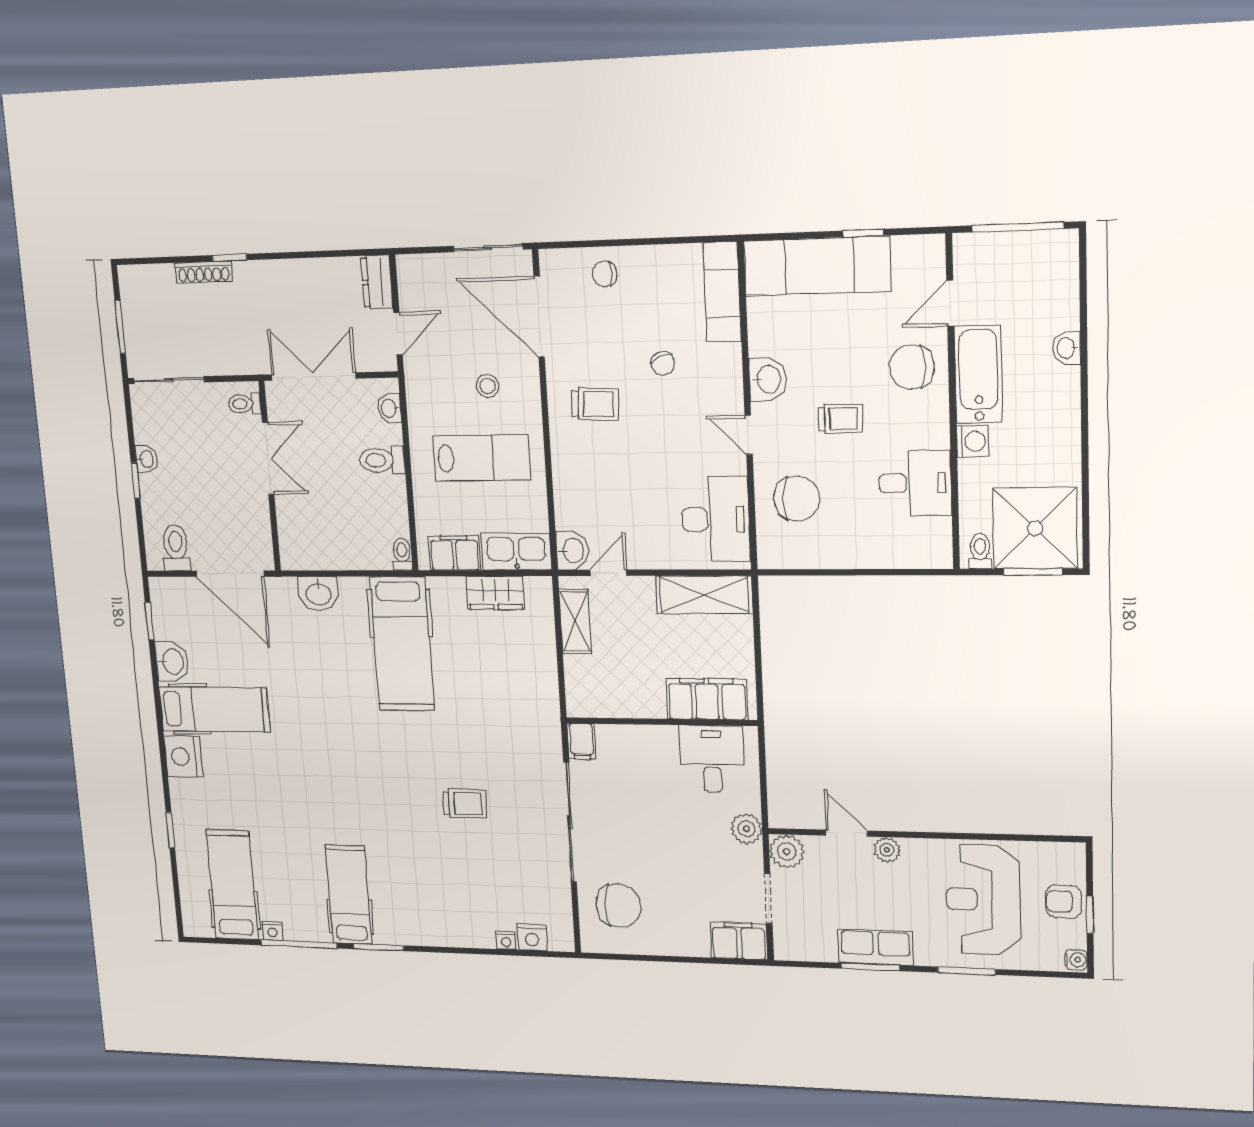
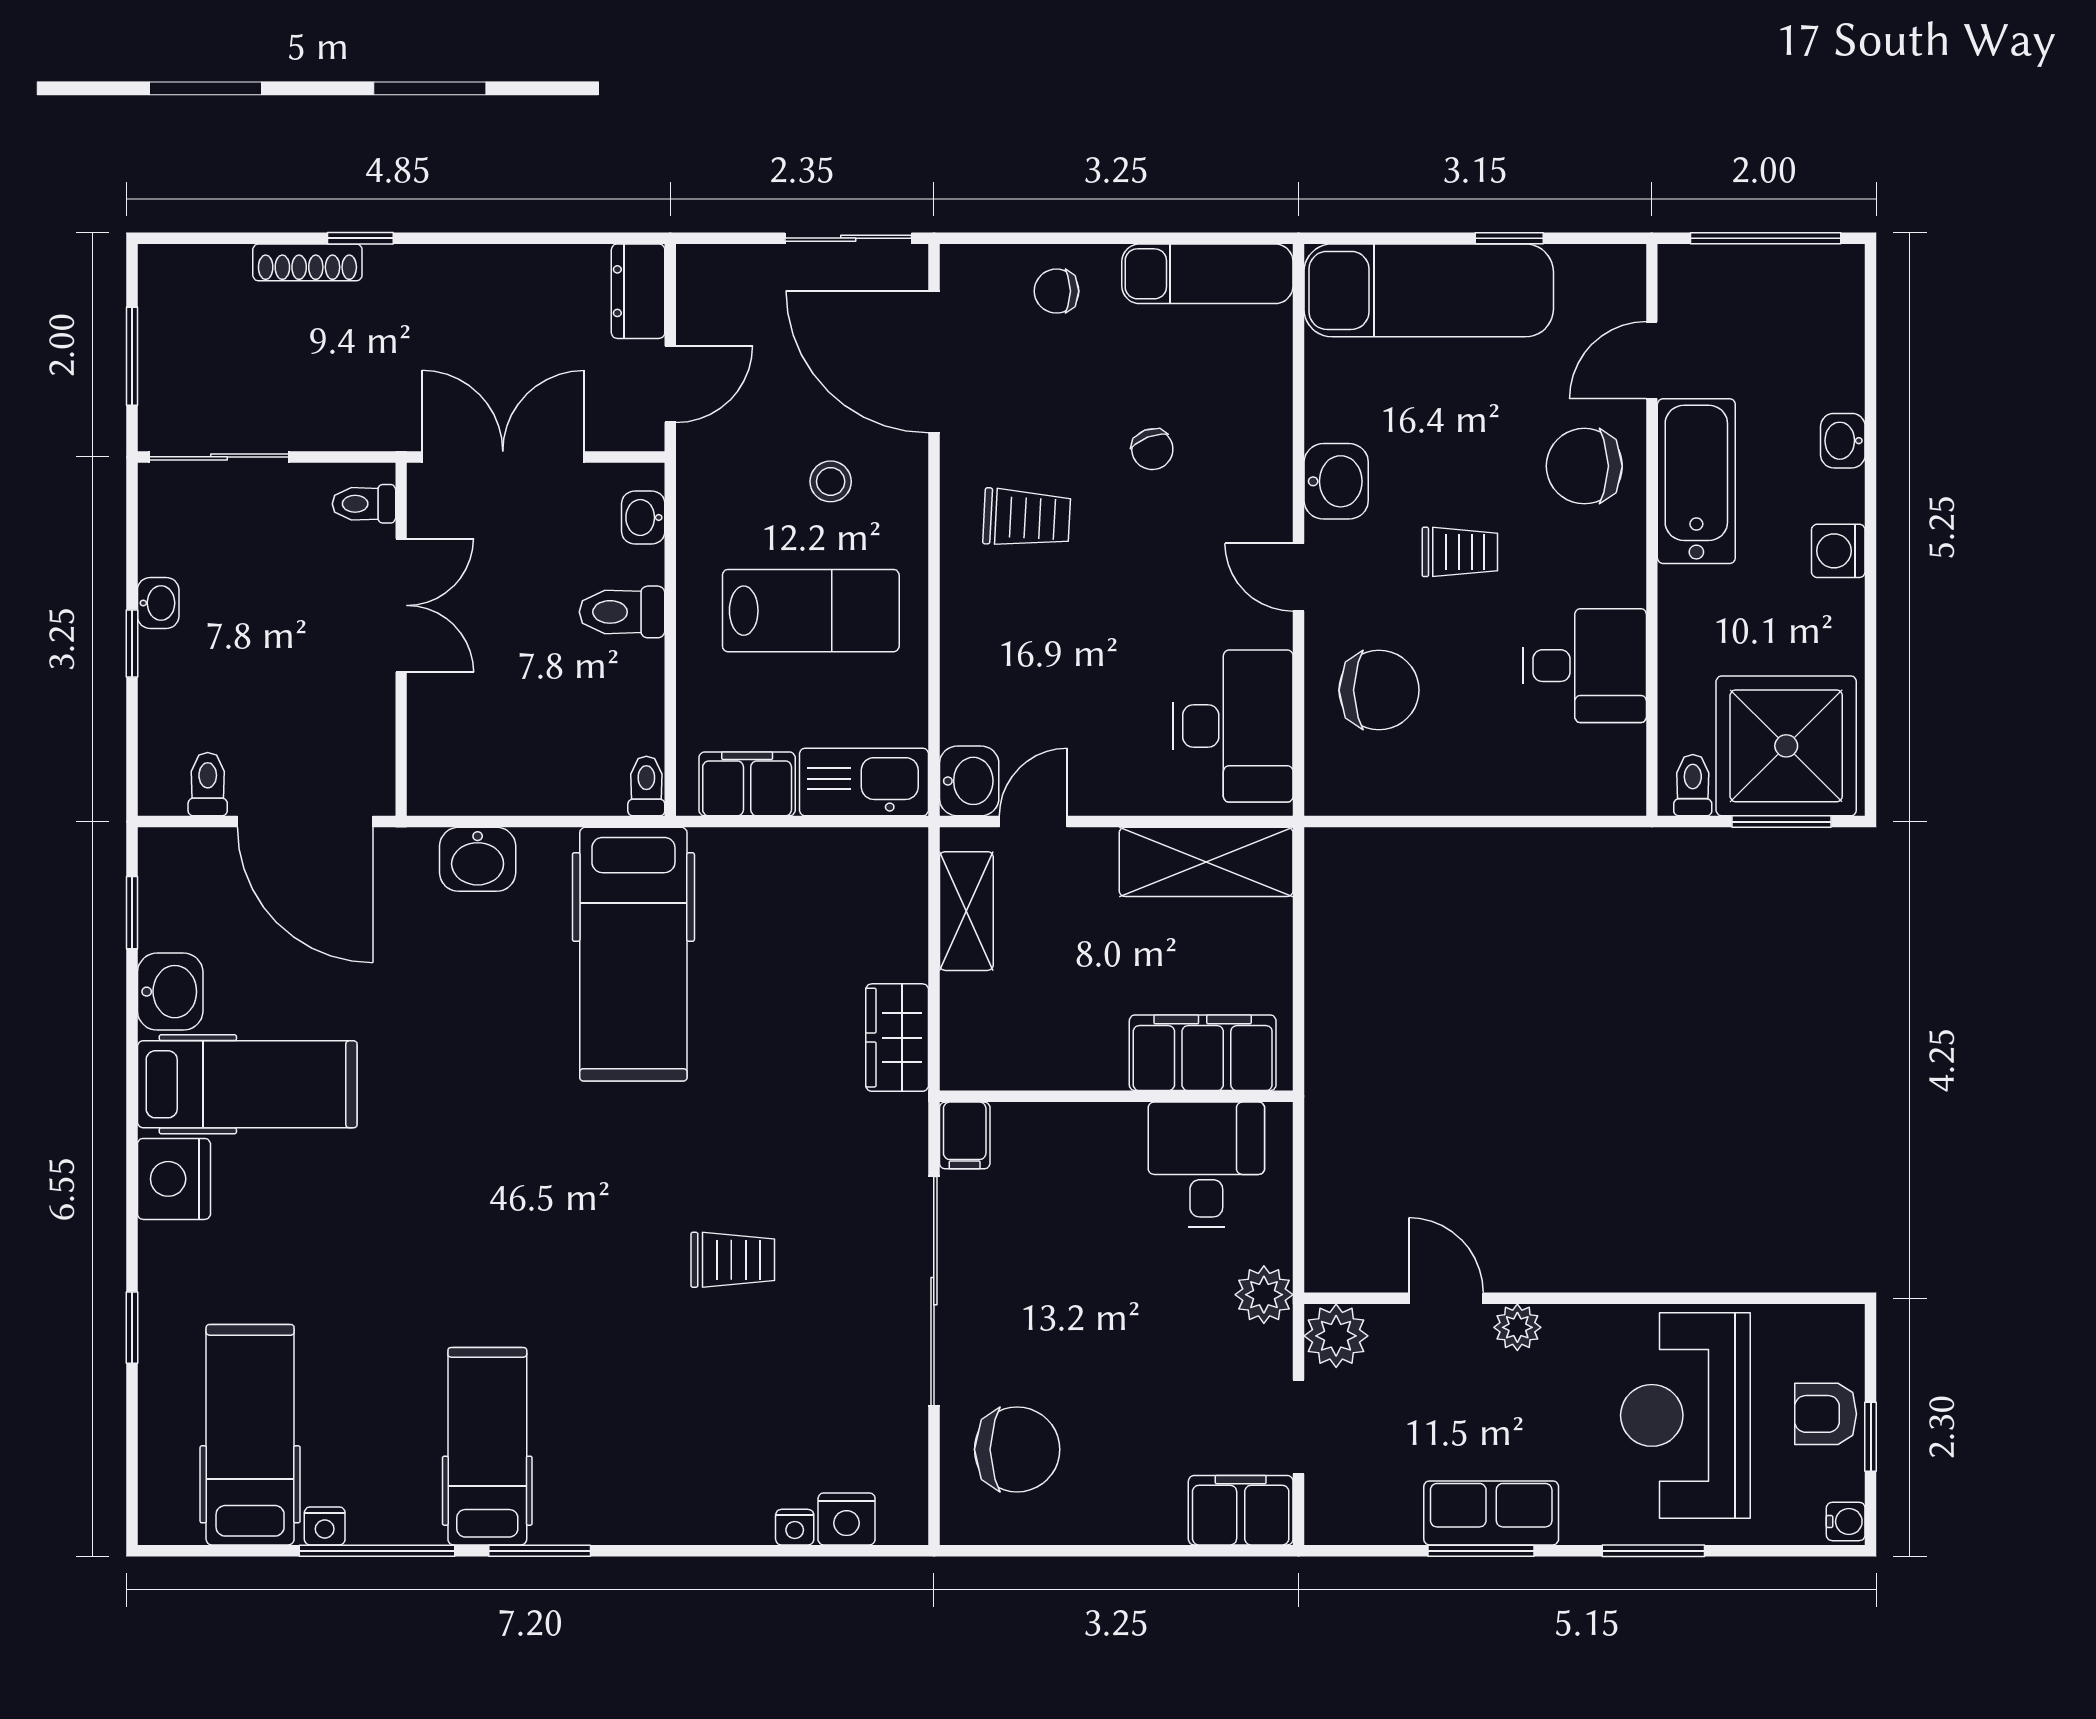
exam couch: (722, 292) -> (1207, 274), moved, turned -90
washing machine: (973, 441) -> (1838, 551), moved, turned 180
toilet: (176, 548) -> (208, 784), width x0.73, depth x0.72
wardrobe: (495, 593) -> (897, 1038), moved, turned 90

